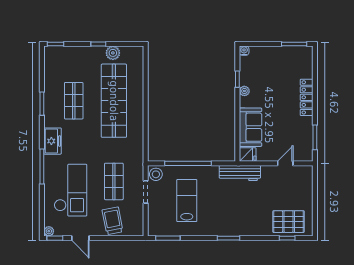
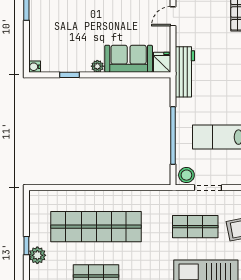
plant: (113, 53) -> (37, 255), moved
plant: (244, 91) -> (97, 66), moved
door: (285, 163) -> (173, 16), hinge flipped

